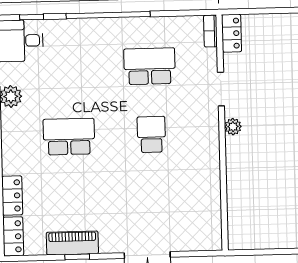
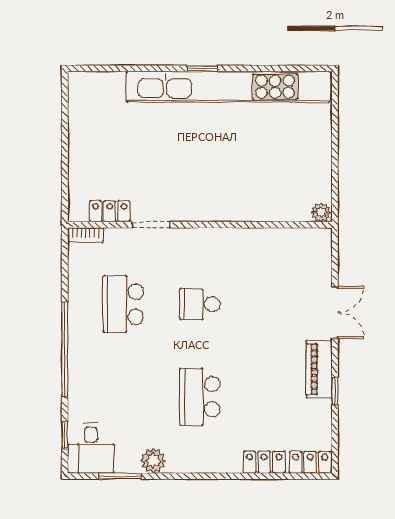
locker: (232, 33) -> (110, 211), moved
plant: (233, 127) -> (321, 212), moved
piano: (72, 243) -> (319, 369), moved

